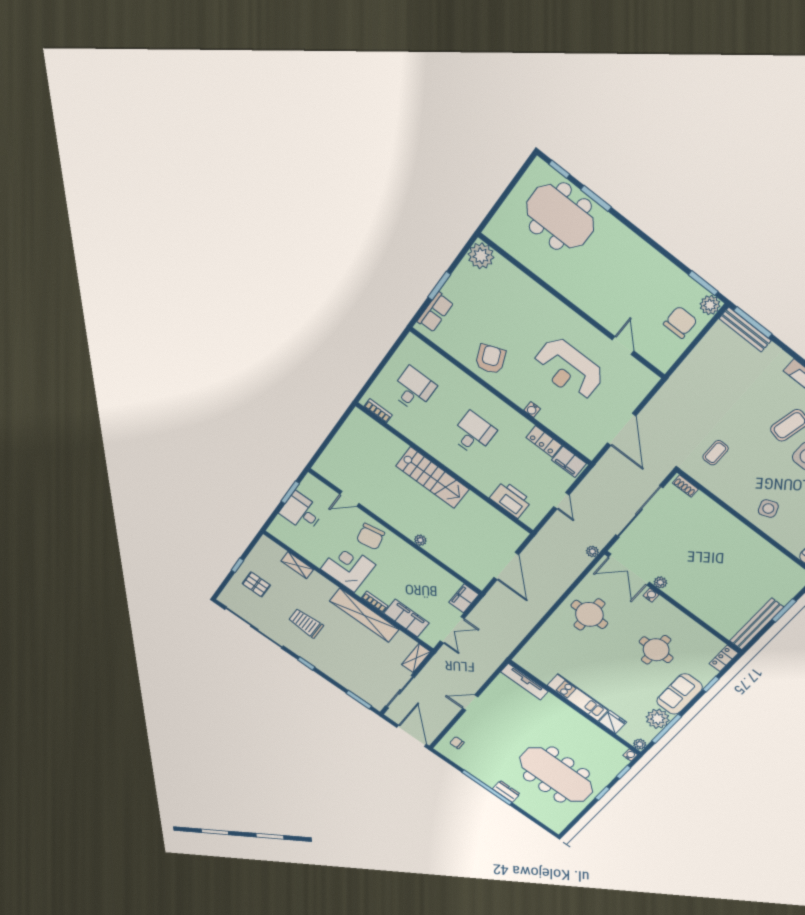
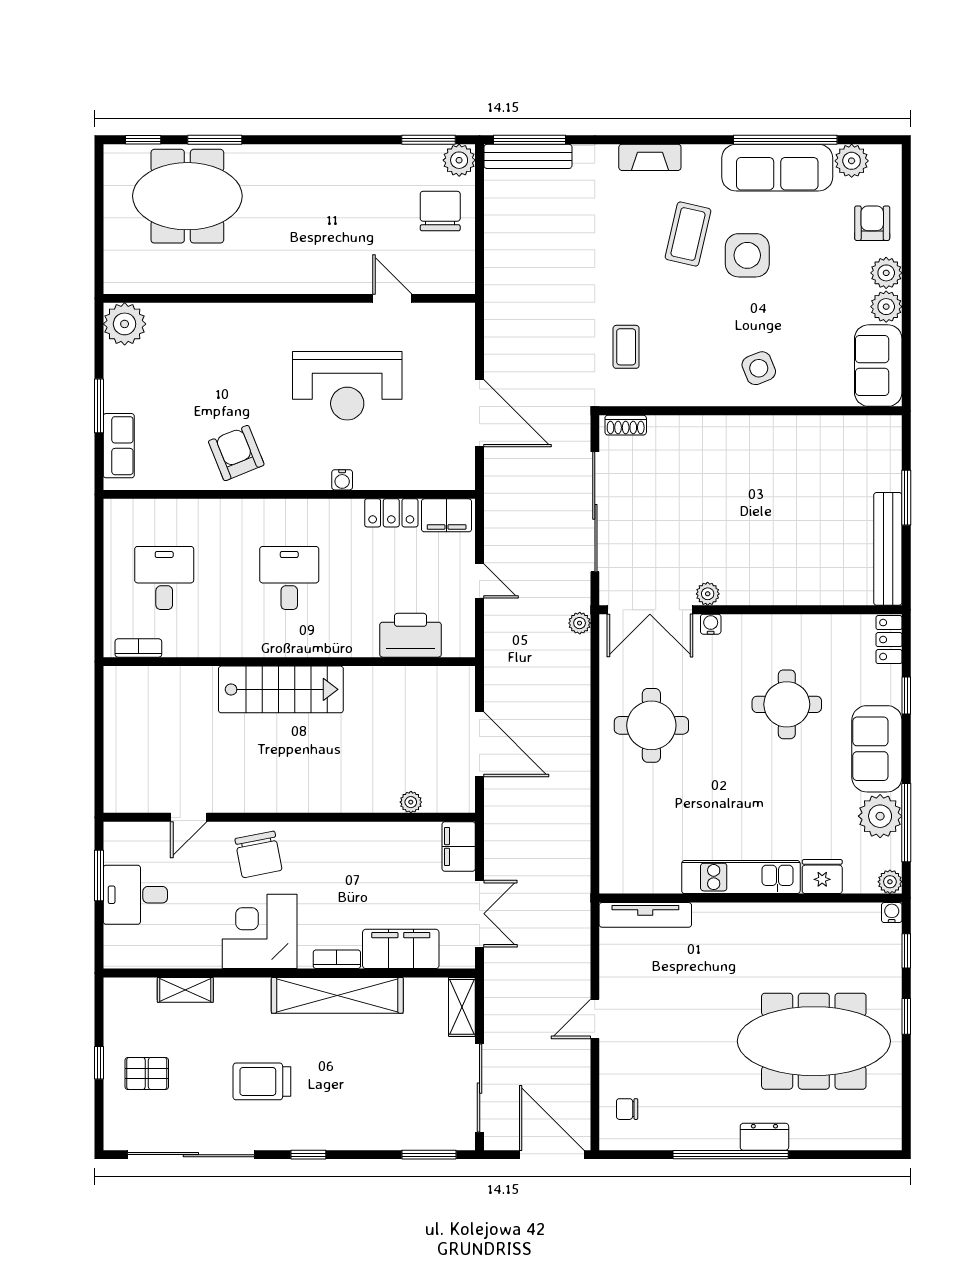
plant: (420, 540) -> (411, 802), moved

